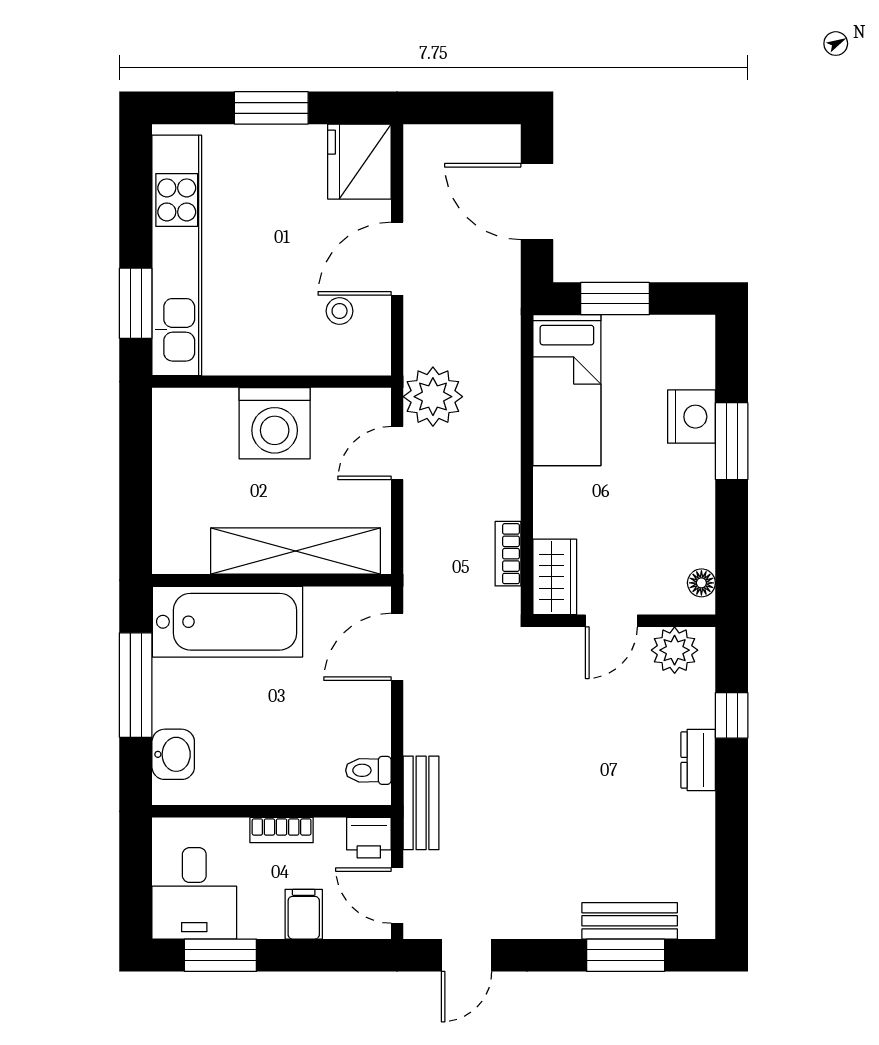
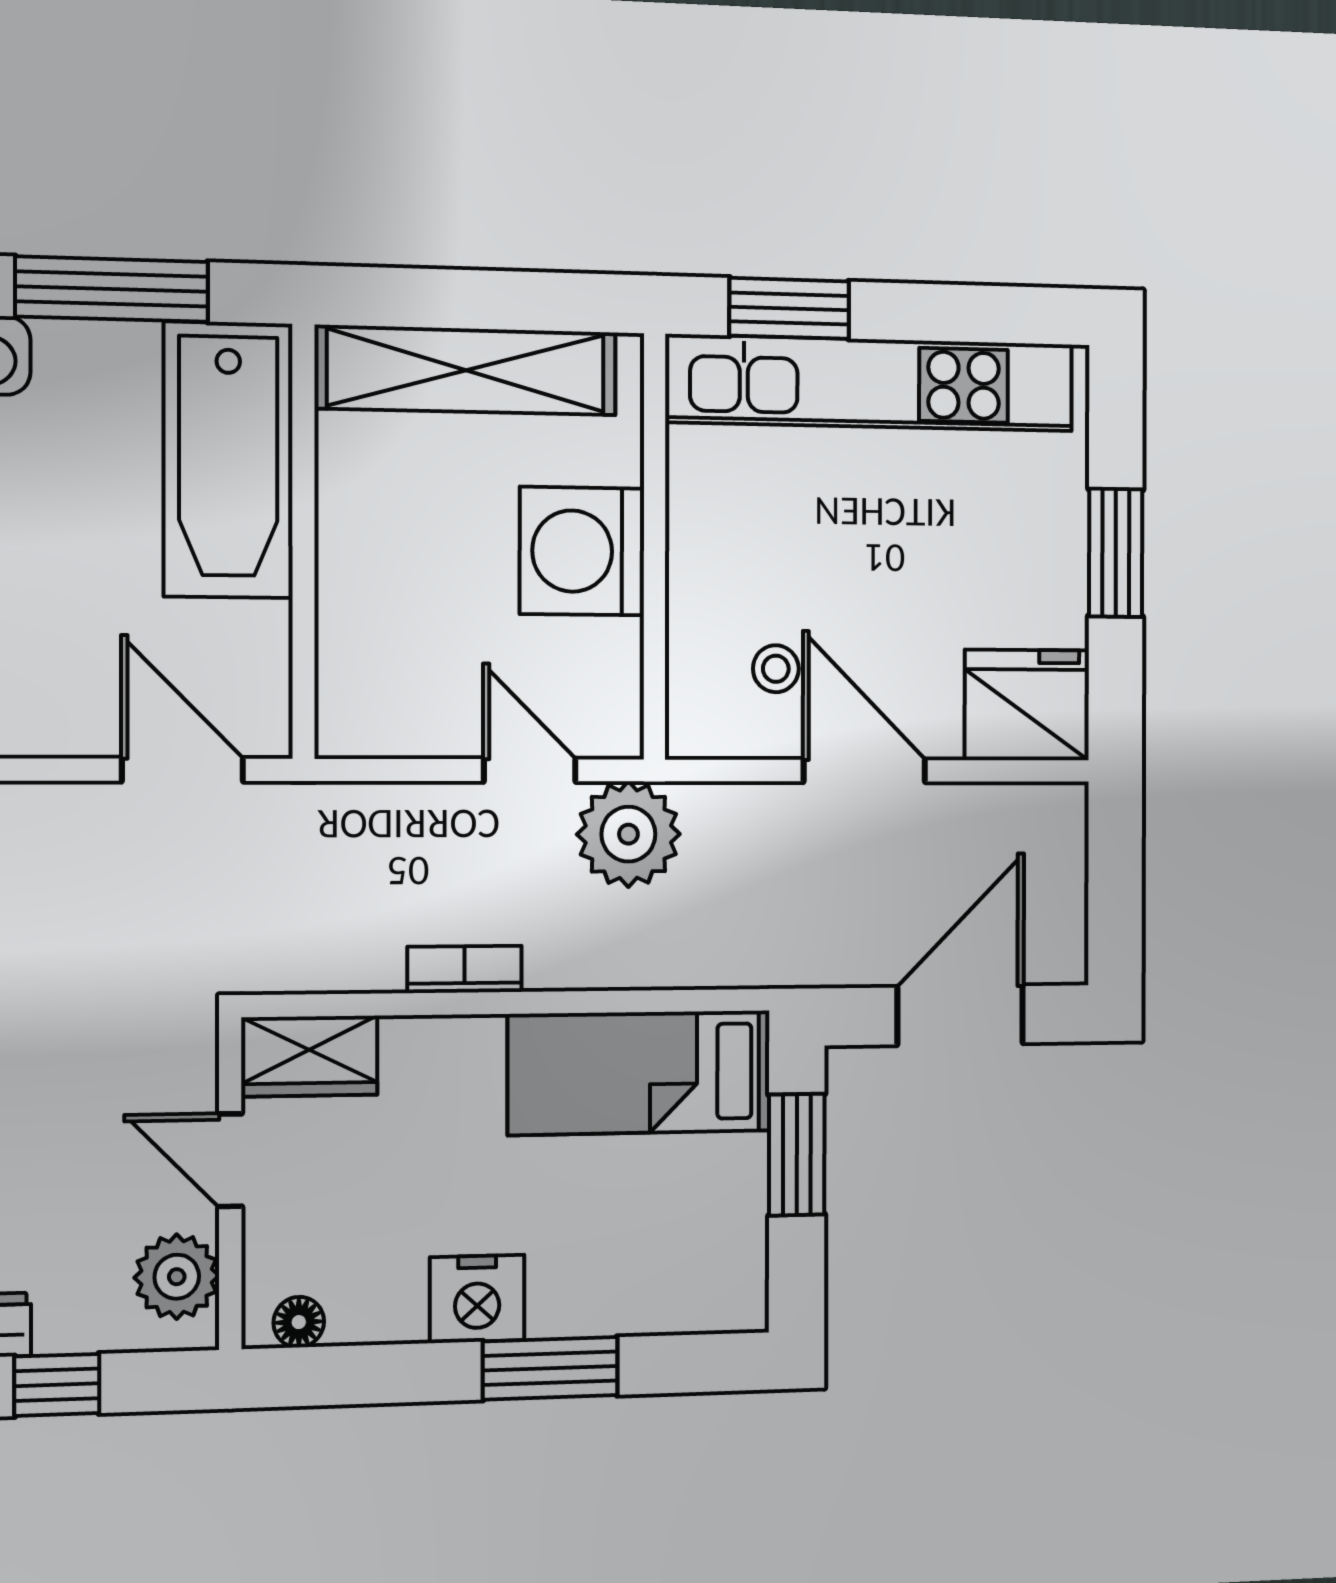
nightstand: (692, 417) -> (477, 1299), moved
shelving: (296, 551) -> (466, 370), moved, turned 90
bookcase: (508, 554) -> (465, 969), moved

